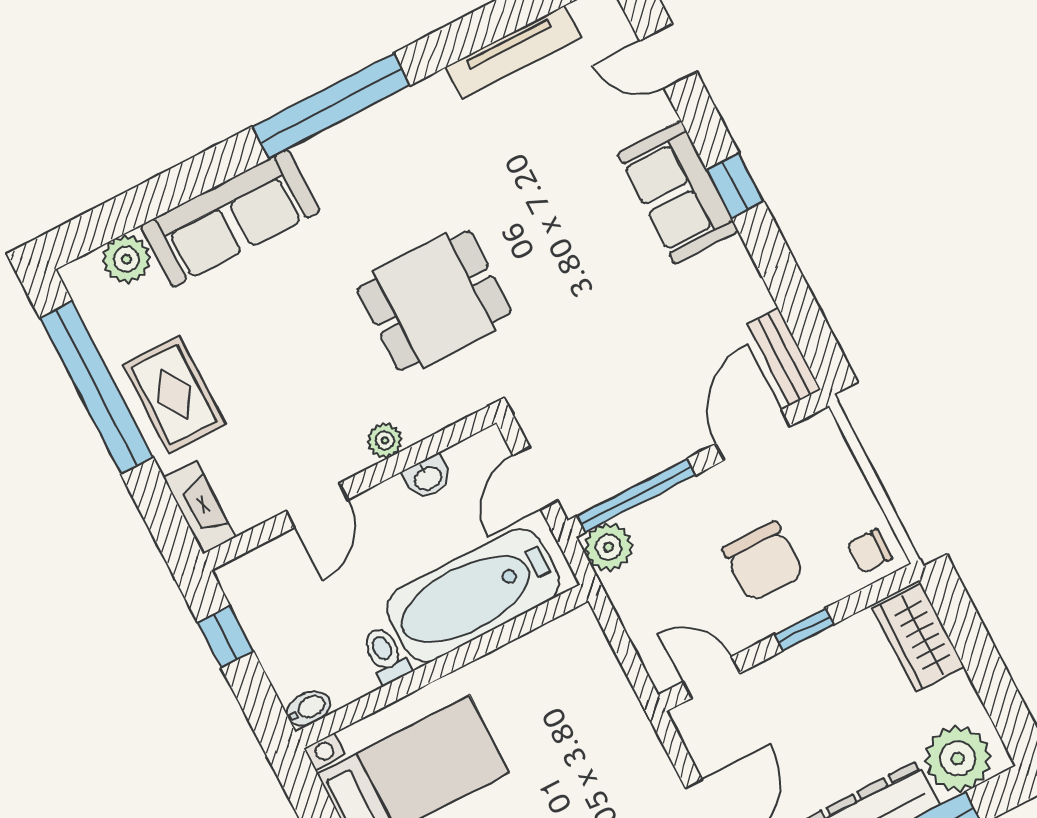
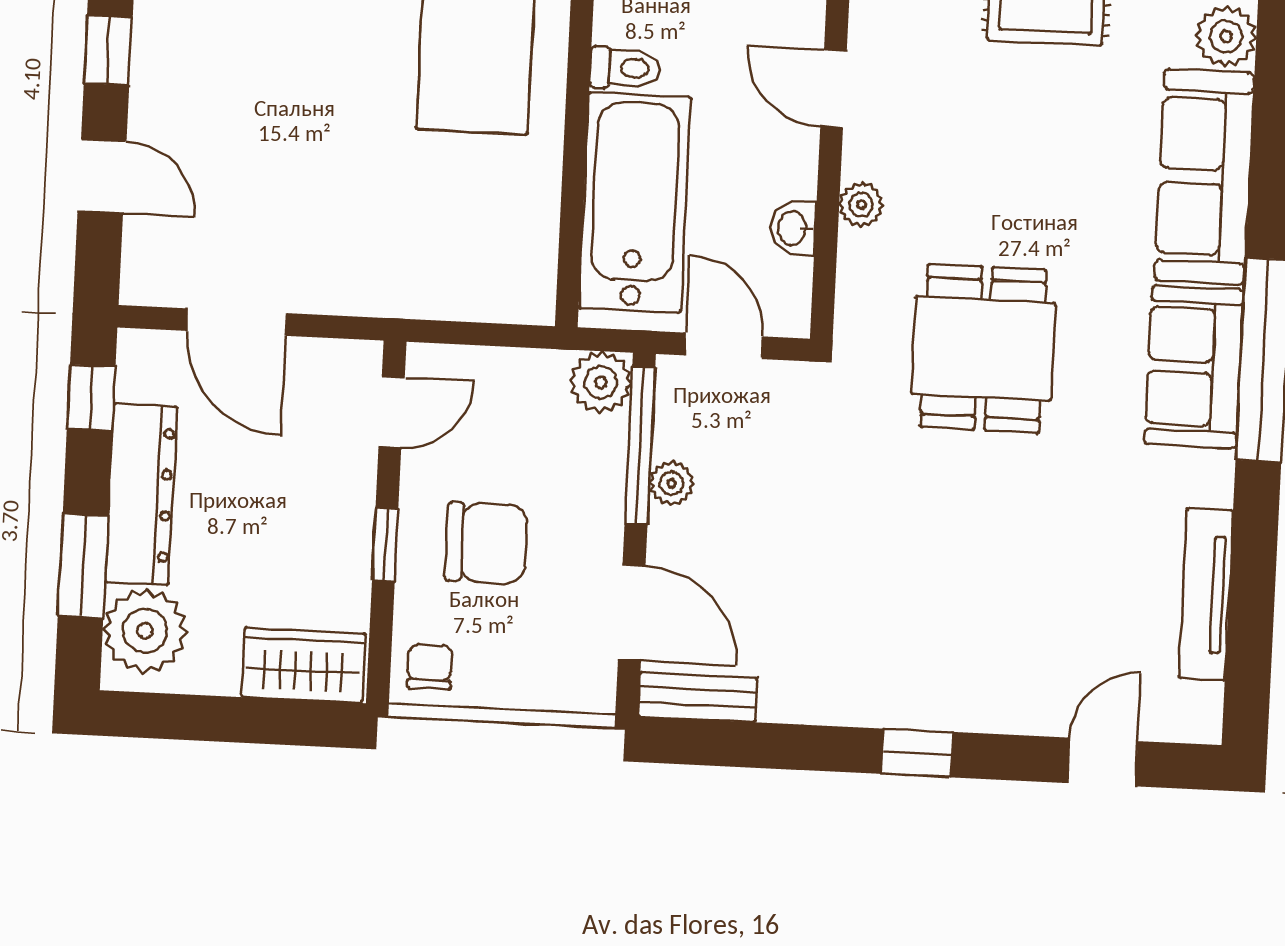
sofa: (678, 192) -> (1194, 367), moved, turned -90
plant: (649, 459) -> (672, 483), added
chair: (763, 562) -> (486, 543), turned 180

